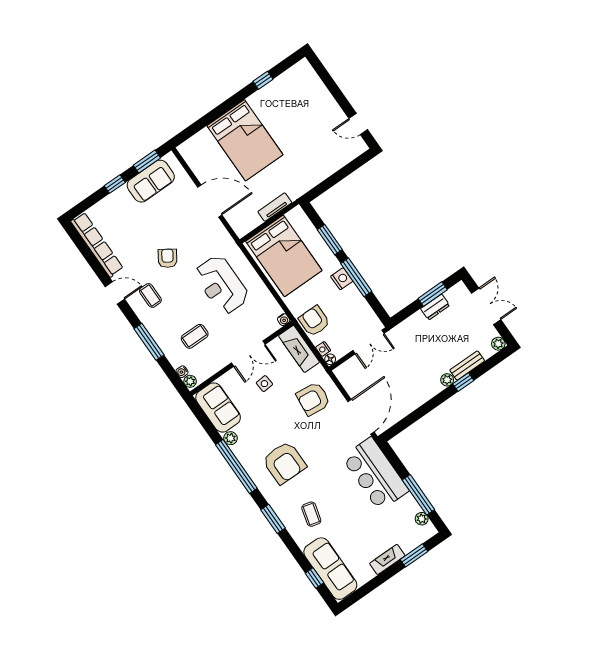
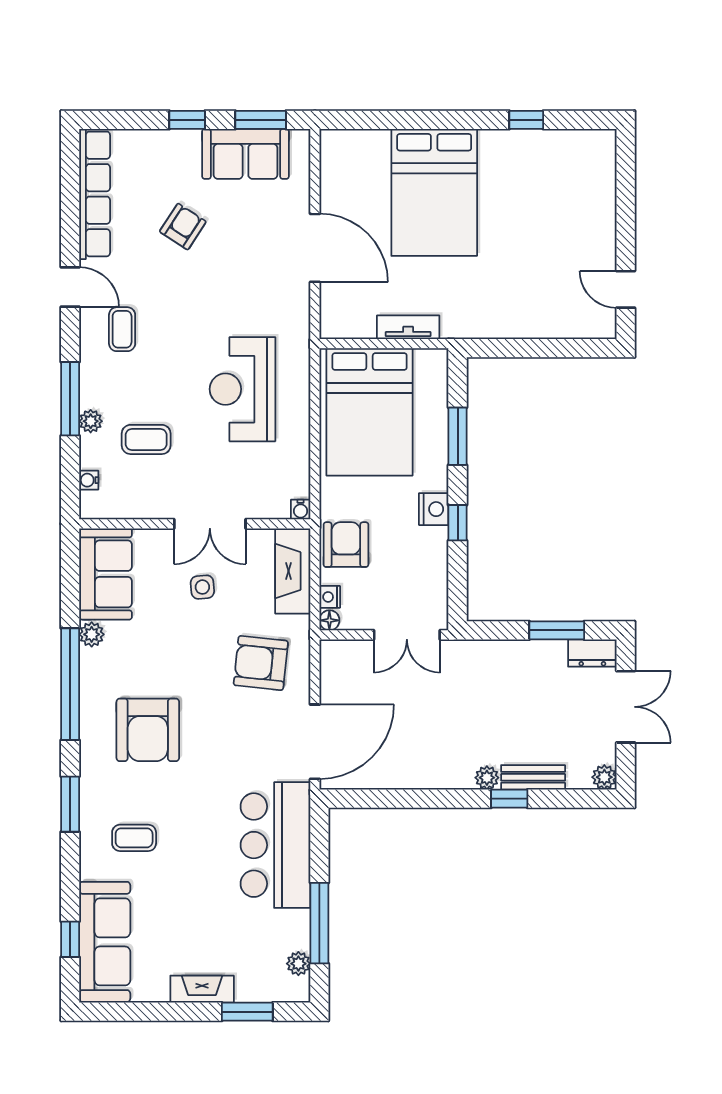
armchair: (168, 258) -> (183, 227), moved
window: (356, 277) -> (458, 523), width x0.46
dresser: (435, 307) -> (592, 653), moved
plant: (190, 381) -> (91, 421), moved
coffee table: (311, 514) -> (134, 838), turned 75

